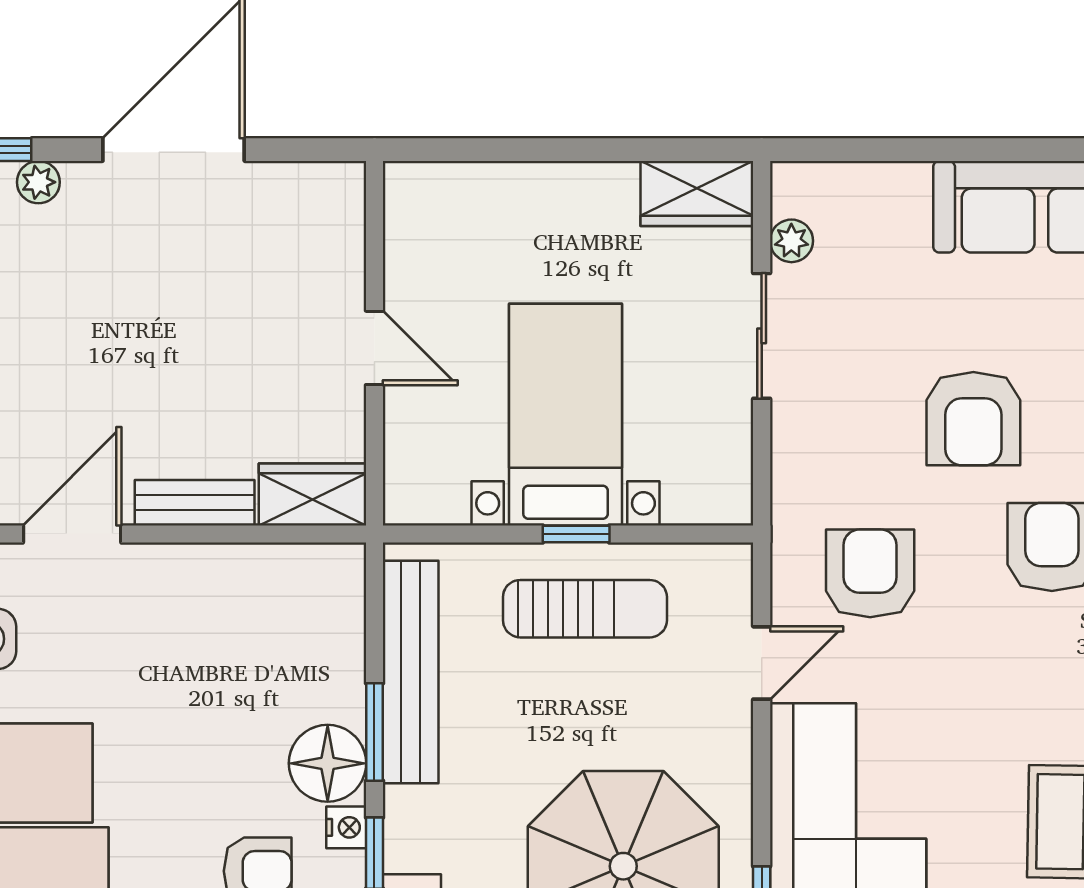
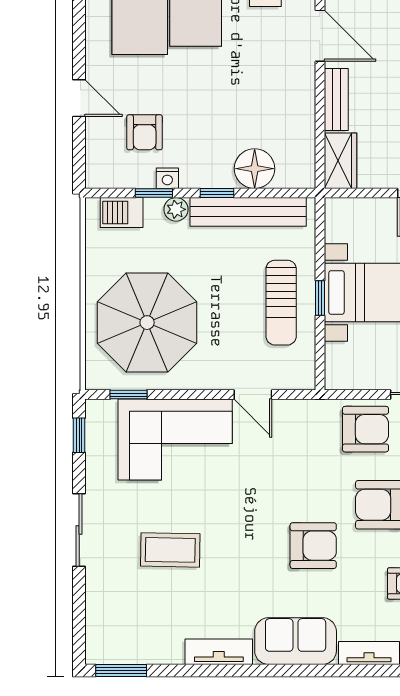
armchair: (870, 573) -> (365, 429), moved
window: (374, 732) -> (217, 193), width x0.67
floor lamp: (328, 763) -> (255, 169), moved
plant: (406, 811) -> (176, 209), added

